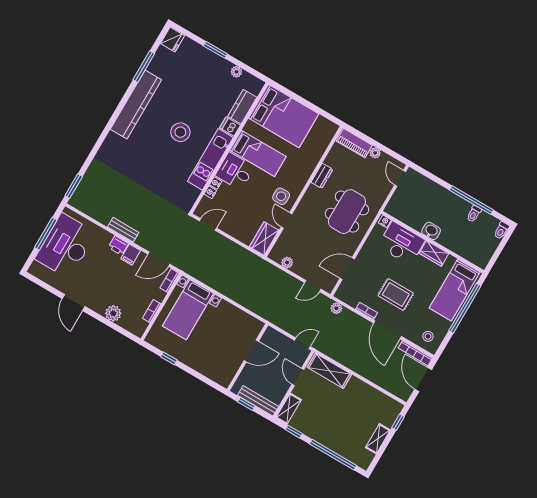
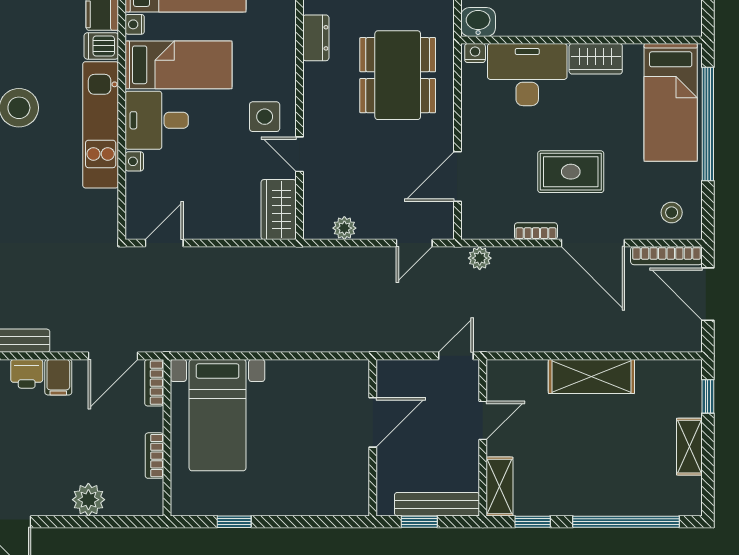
nightstand: (210, 192) -> (135, 24), moved
washbasin: (431, 231) -> (478, 22), moved
shelving: (329, 371) -> (591, 376), moved
door: (298, 377) -> (483, 420), swing flipped

